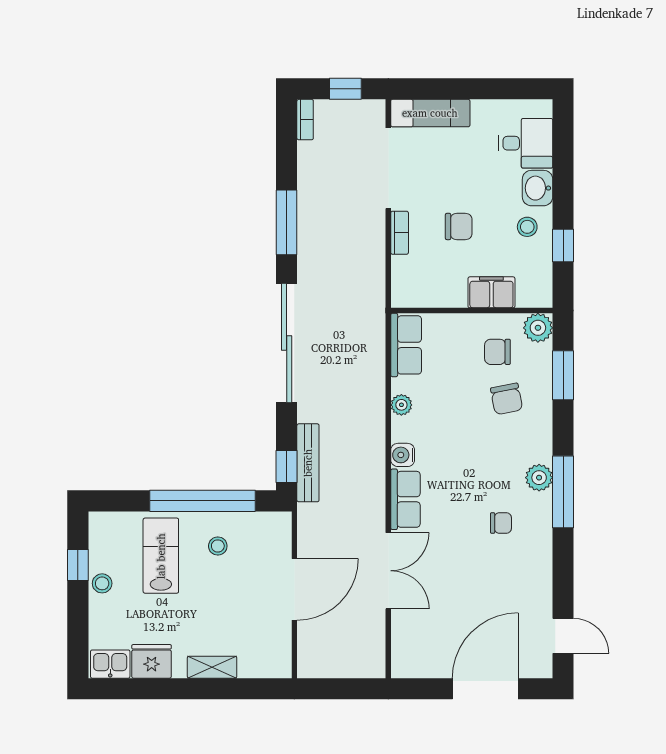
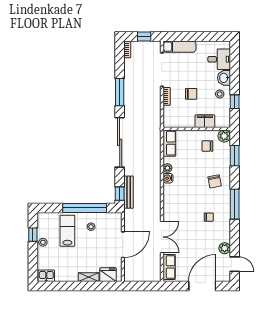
chair: (507, 399) -> (215, 181), moved
water cooler: (403, 455) -> (168, 178), moved
plant: (539, 478) -> (225, 248), moved
row of seats: (405, 499) -> (169, 267), moved
fridge: (152, 661) -> (108, 275), moved

